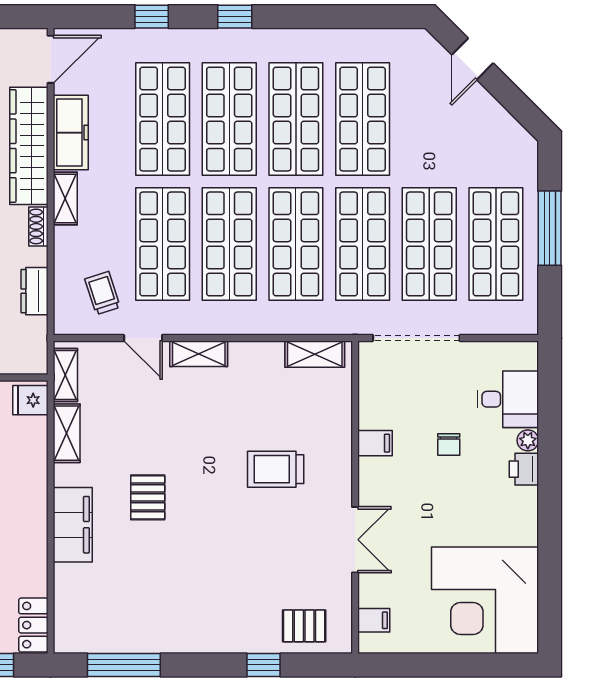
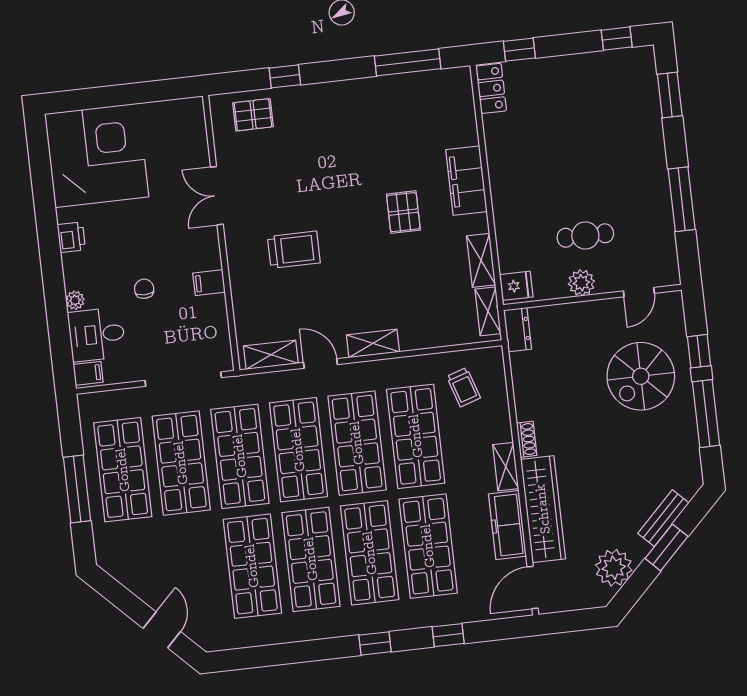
dresser: (34, 291) -> (518, 330), moved
door: (143, 338) -> (320, 363), moved
printer: (524, 469) -> (71, 237), moved
filing cabinet: (374, 620) -> (88, 373), moved, turned 180

